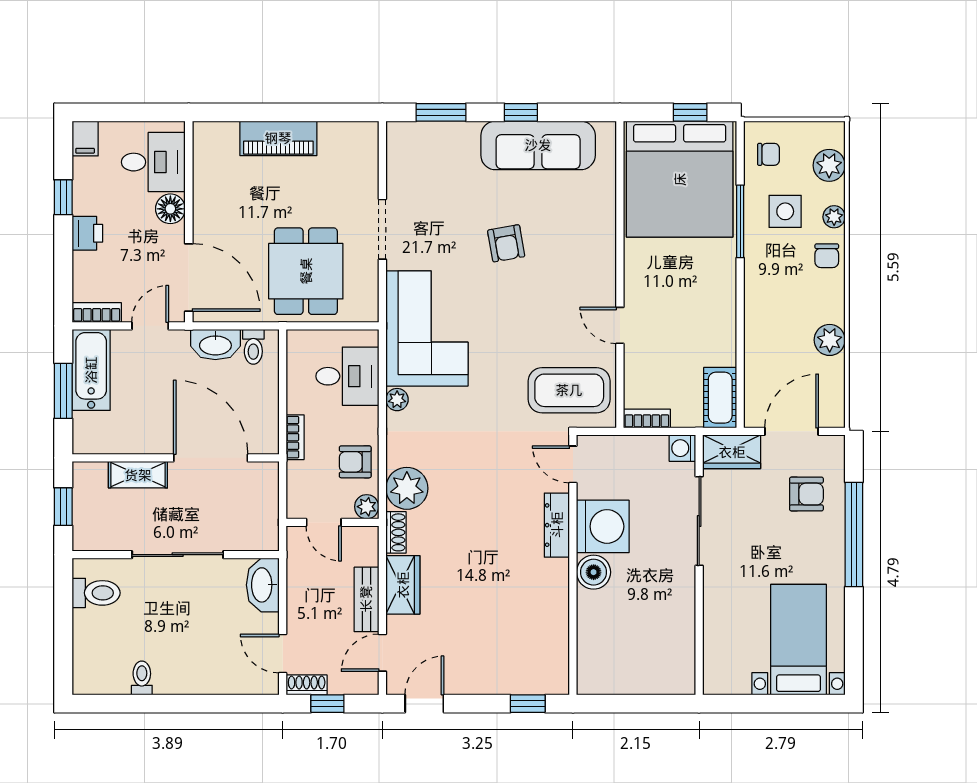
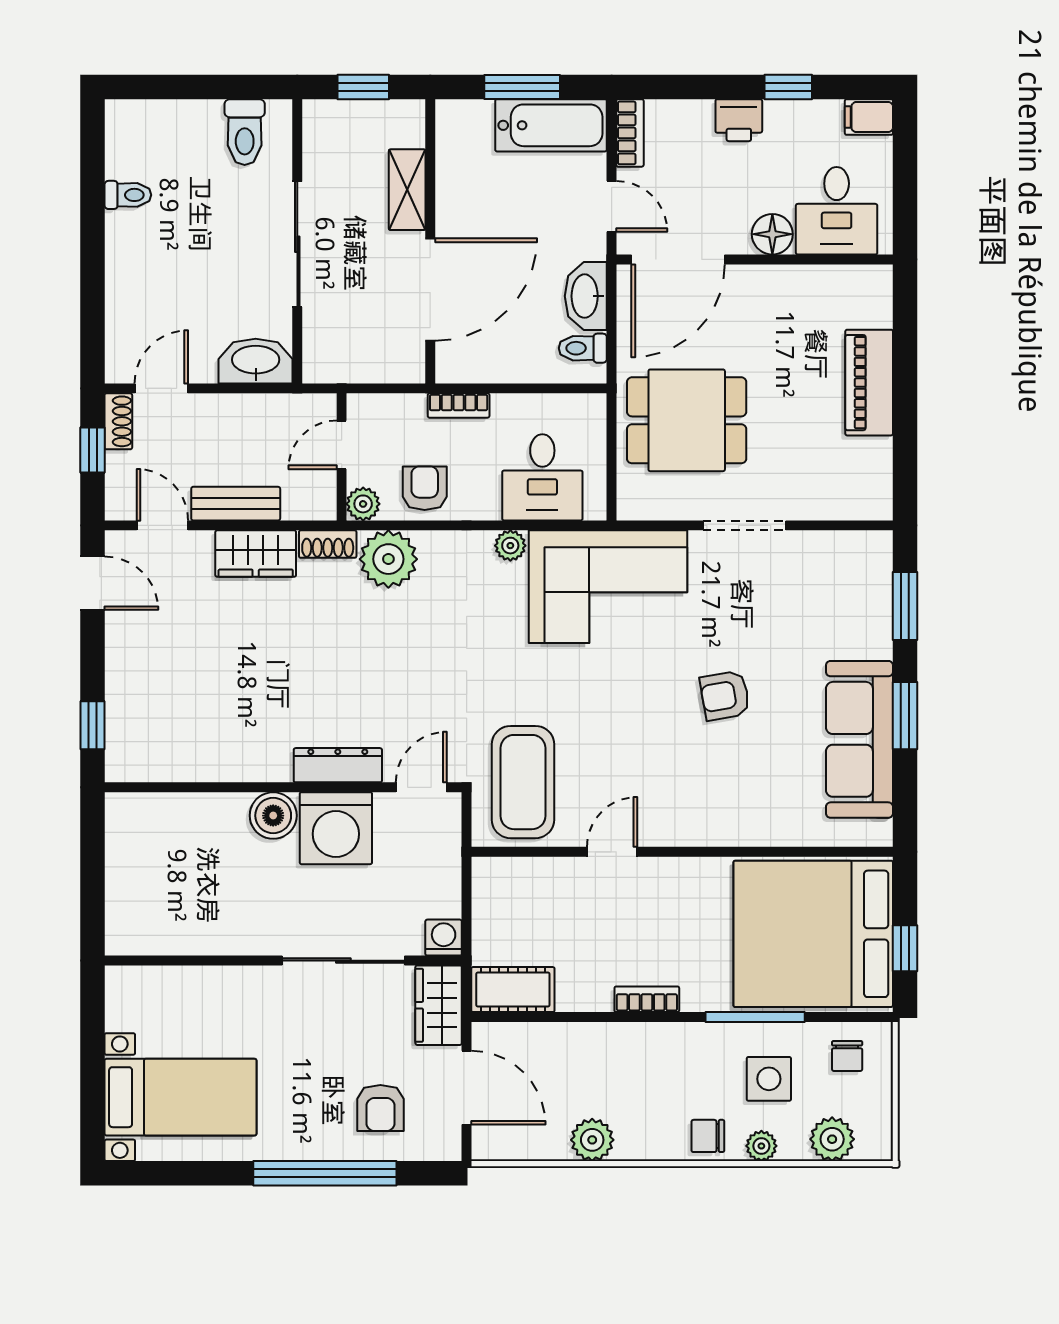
window: (521, 112) -> (905, 716), width x1.50
bookcase: (647, 419) -> (647, 999), moved, turned -90

